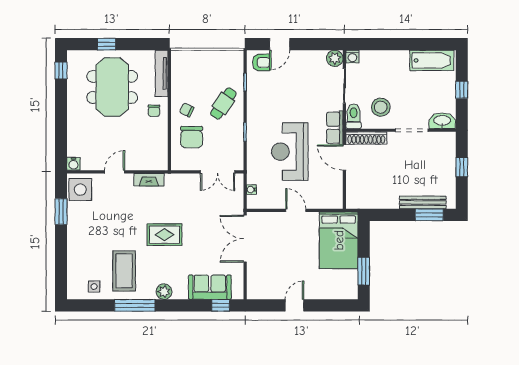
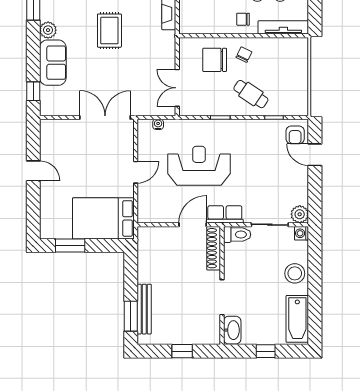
stool: (381, 107) -> (295, 273), moved
sofa: (210, 287) -> (53, 63), moved

